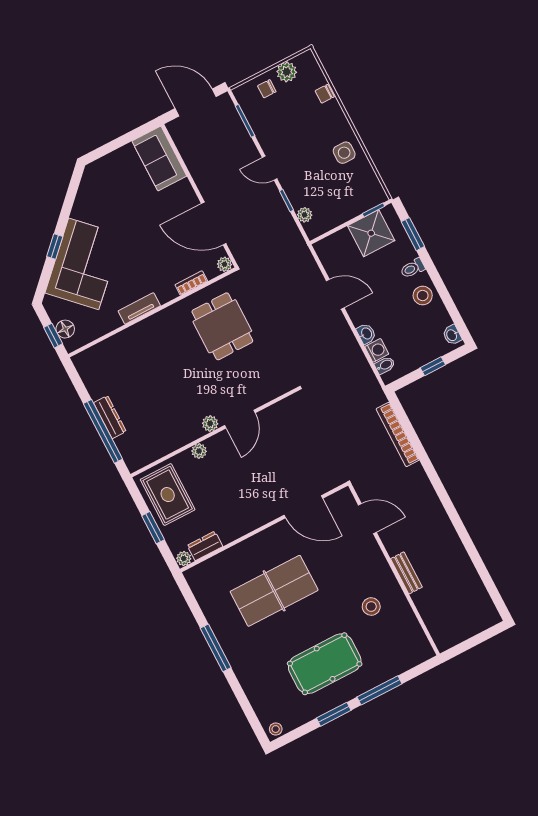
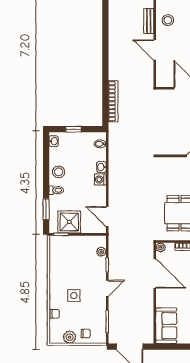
side table: (344, 153) -> (74, 296), moved
door: (270, 168) -> (107, 288), hinge flipped
door: (335, 294) -> (107, 217), moved
washing machine: (377, 350) -> (100, 179), moved
door: (367, 519) -> (155, 50), moved
stool: (371, 607) -> (168, 20), moved

